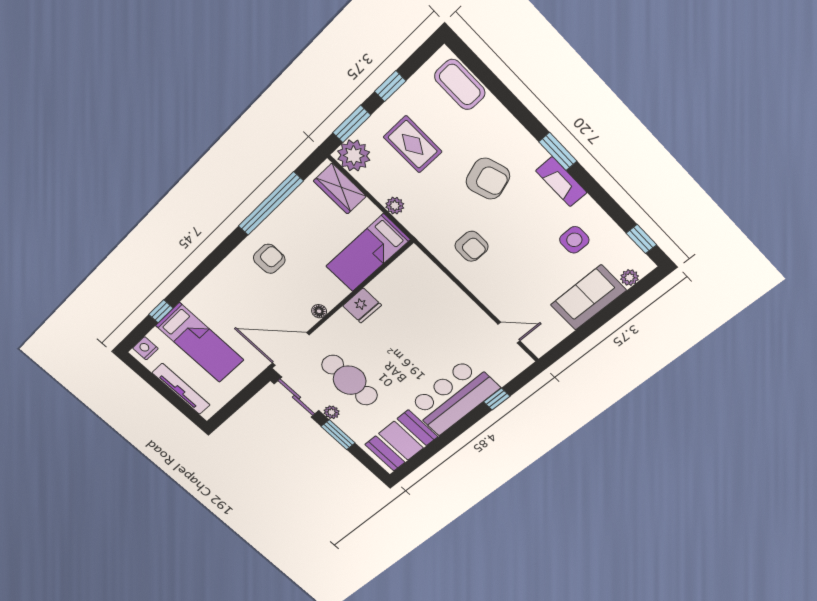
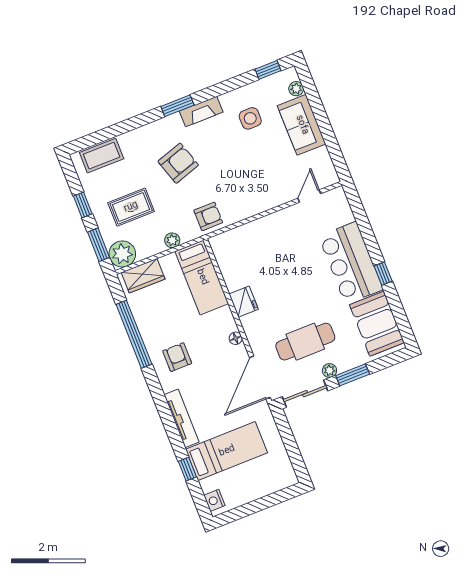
armchair: (471, 246) -> (208, 216), moved
tv unit: (181, 389) -> (182, 418), moved, turned 90
window: (497, 399) -> (383, 274), moved

